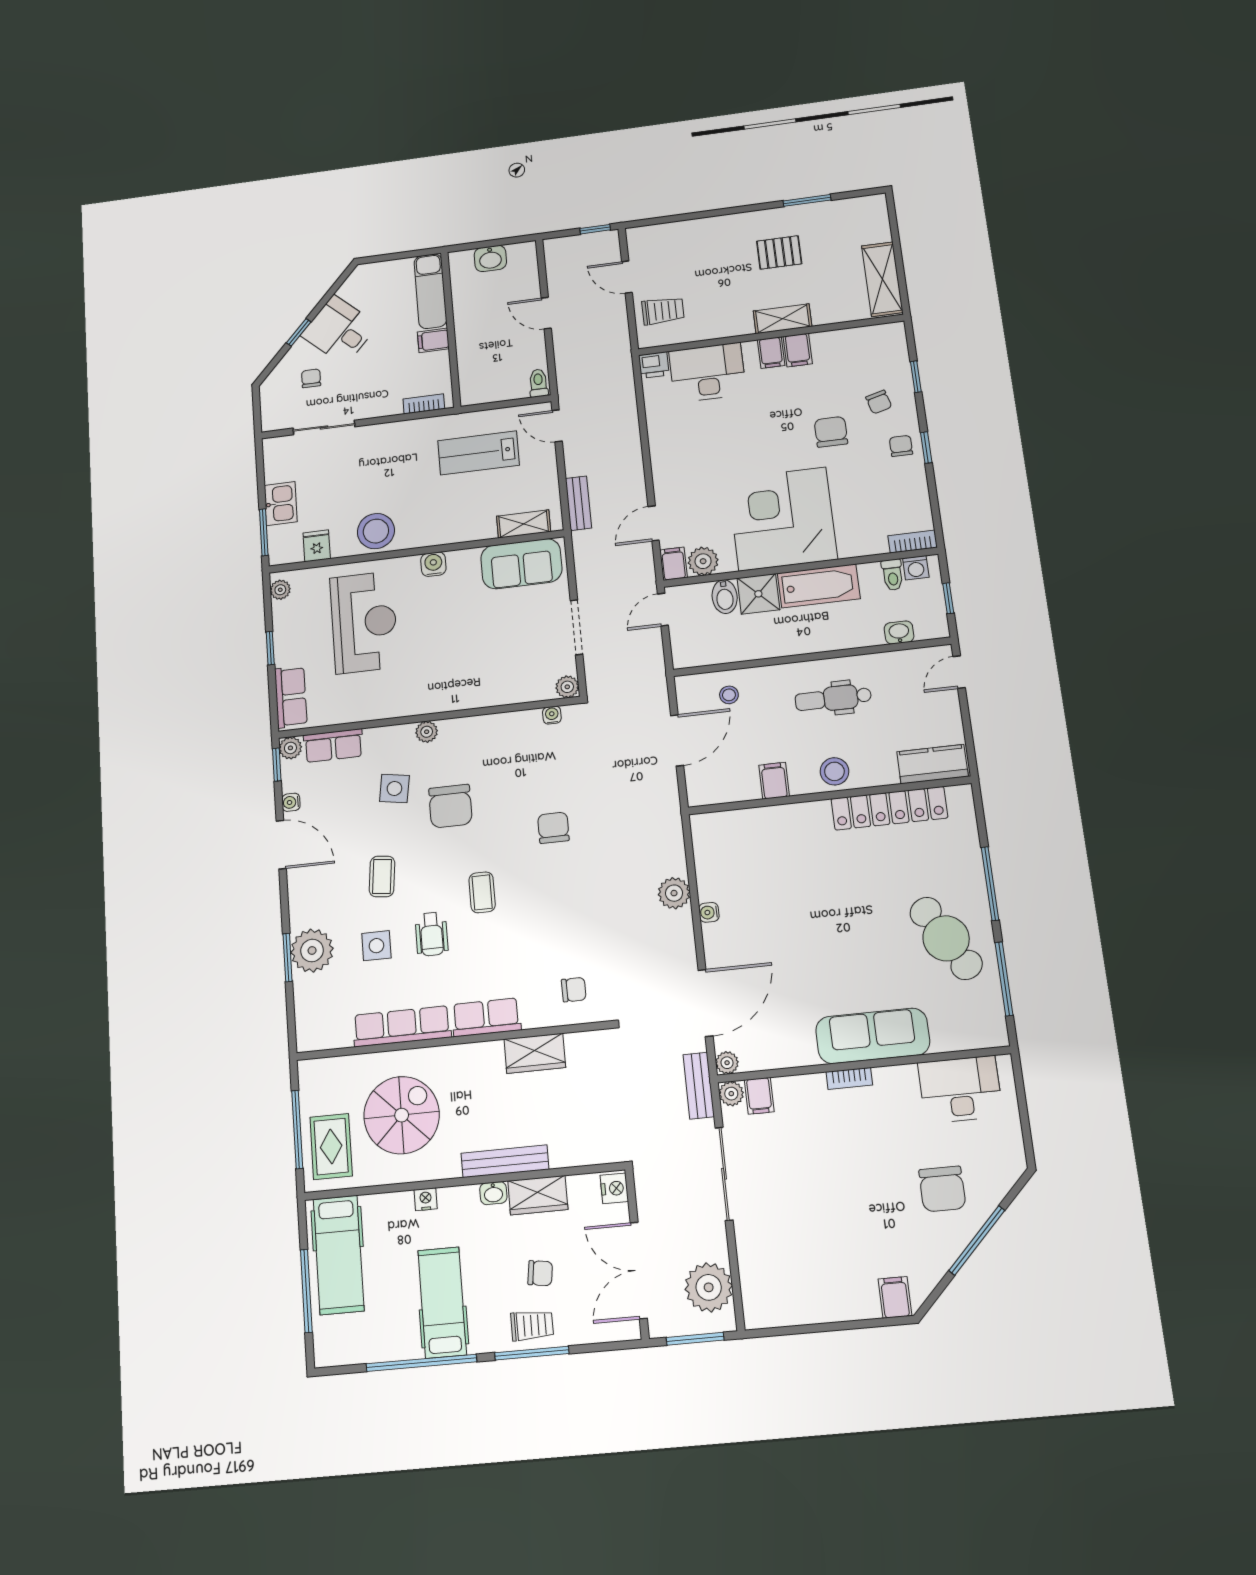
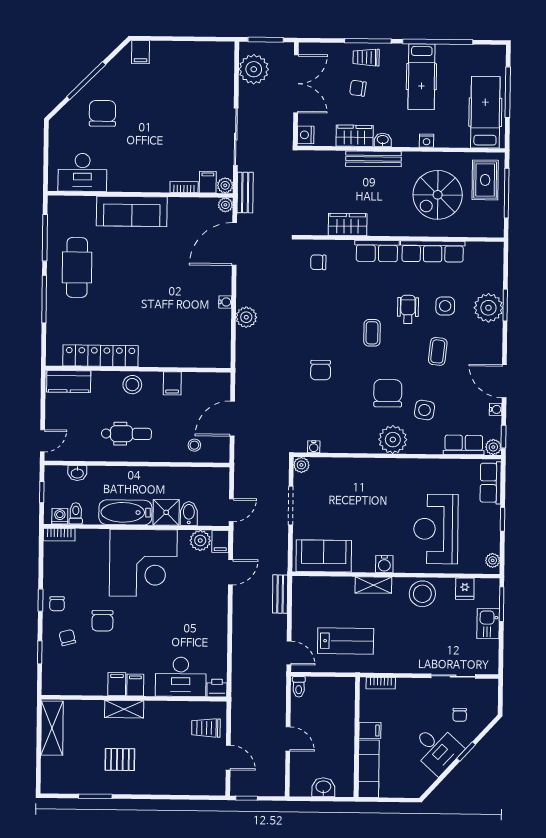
shelving: (524, 524) -> (373, 585), moved
plant: (427, 732) -> (393, 440), width x1.88, depth x1.88
cafe table: (946, 938) -> (77, 267), turned 30
bookcase: (849, 1078) -> (184, 187), moved

